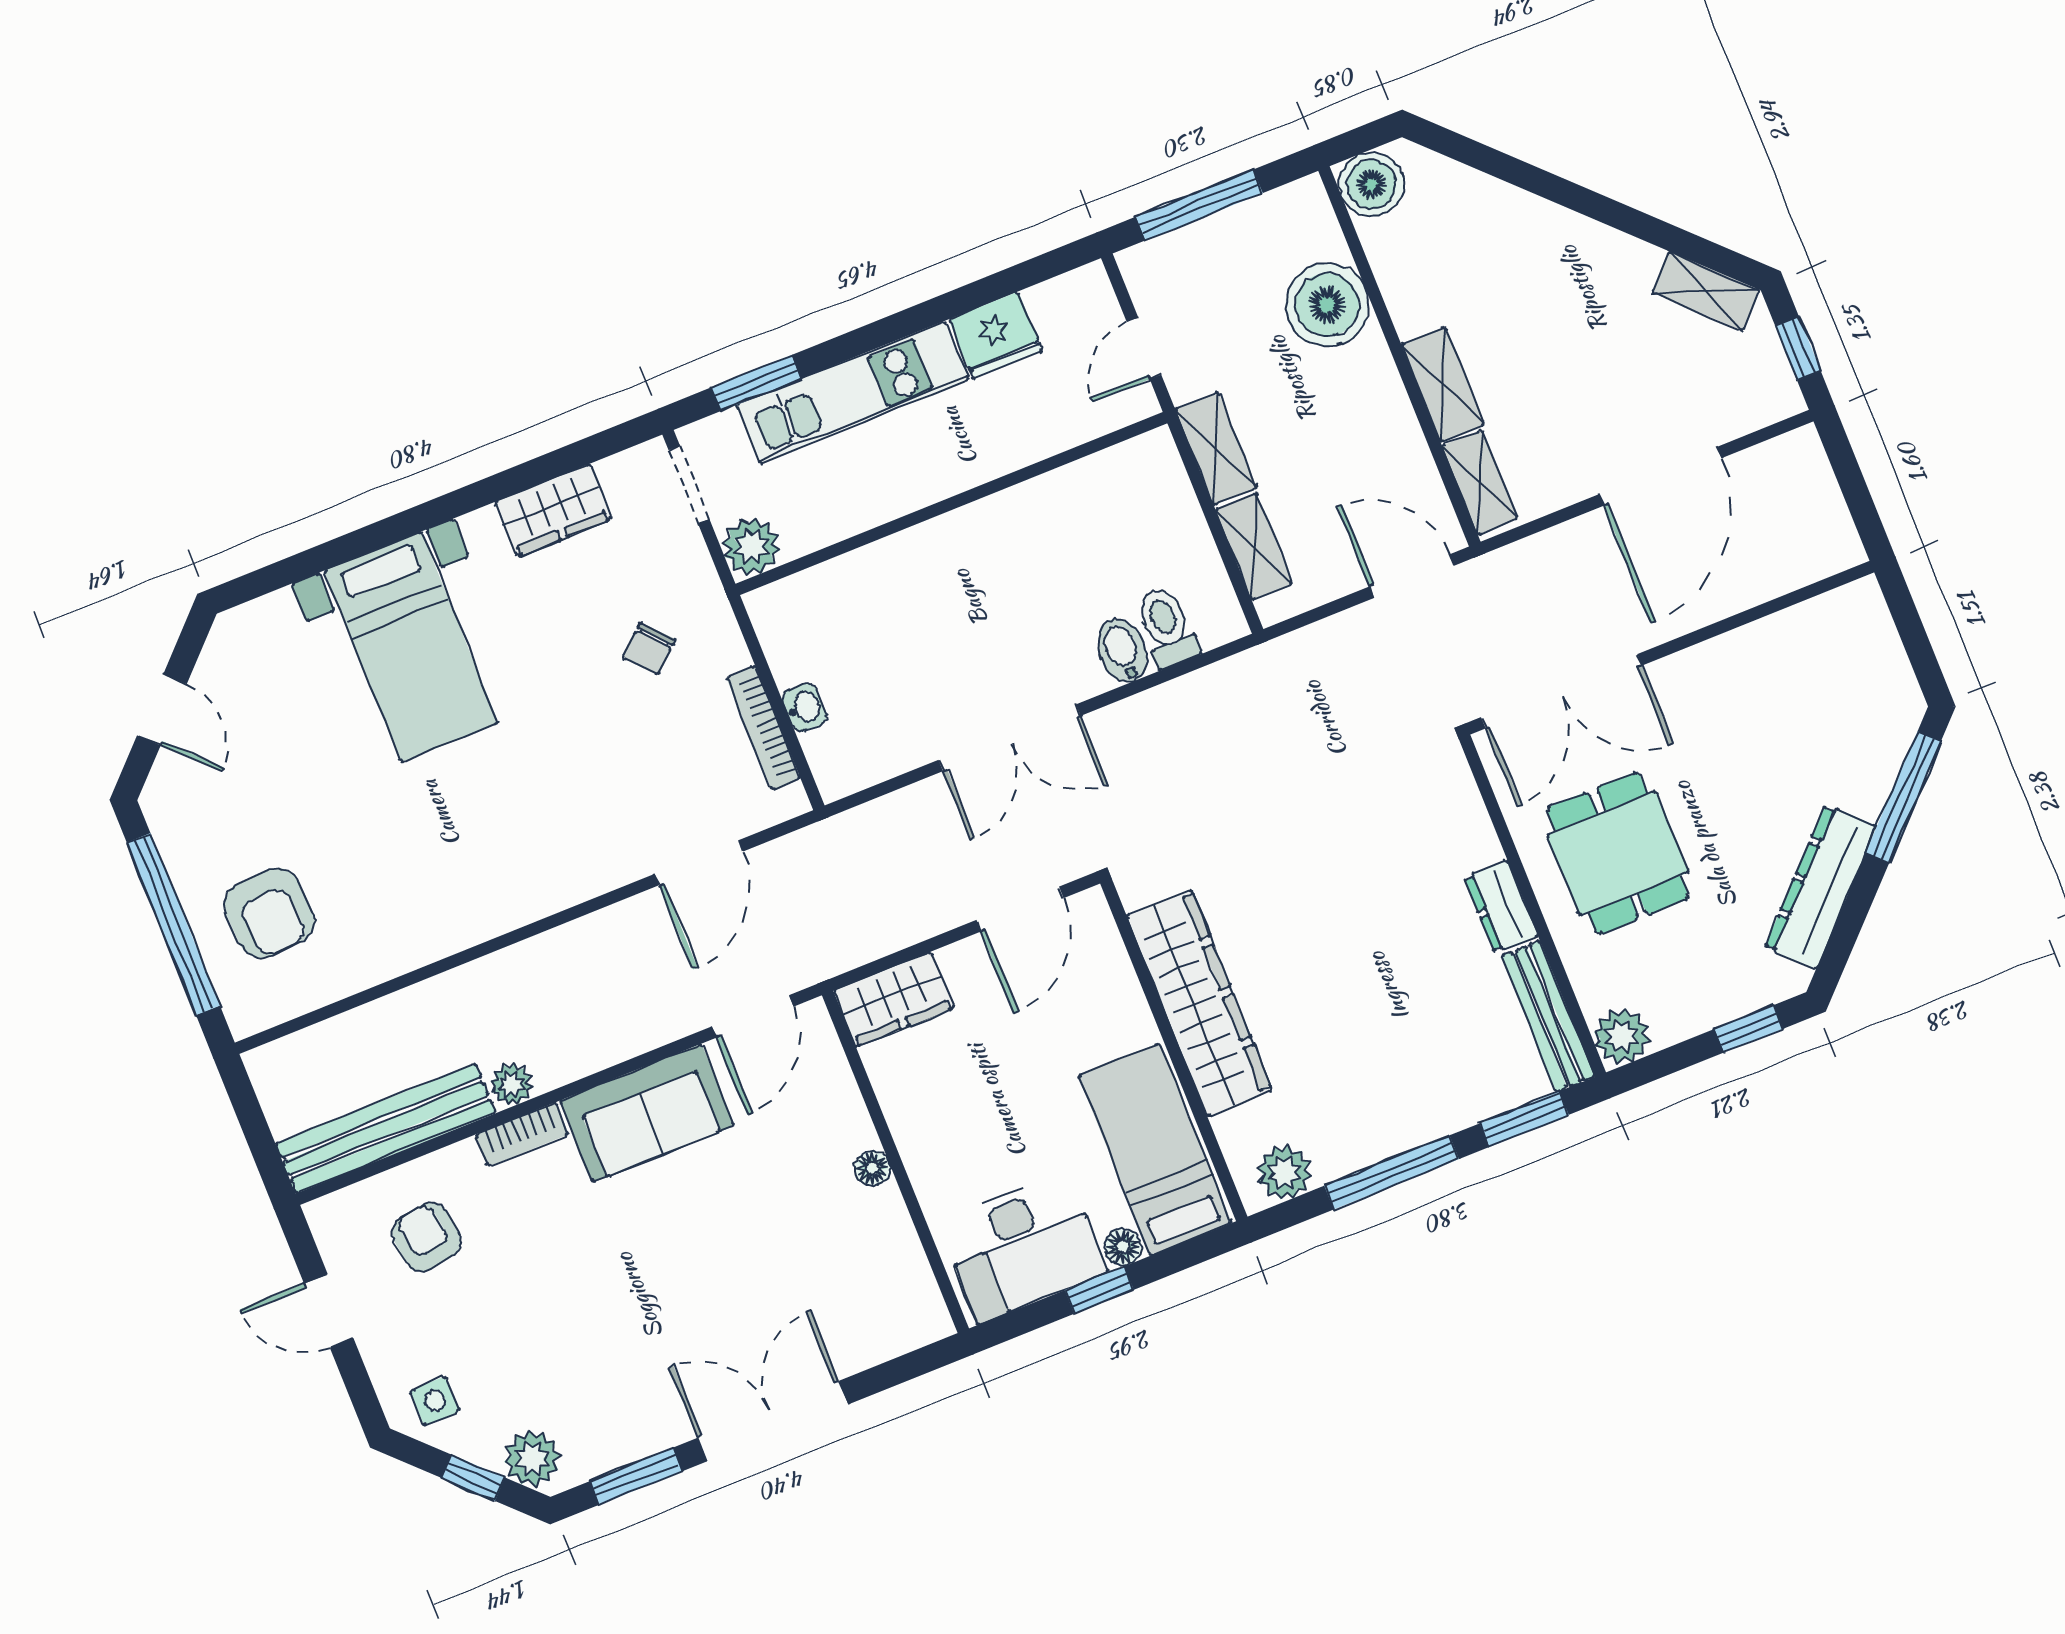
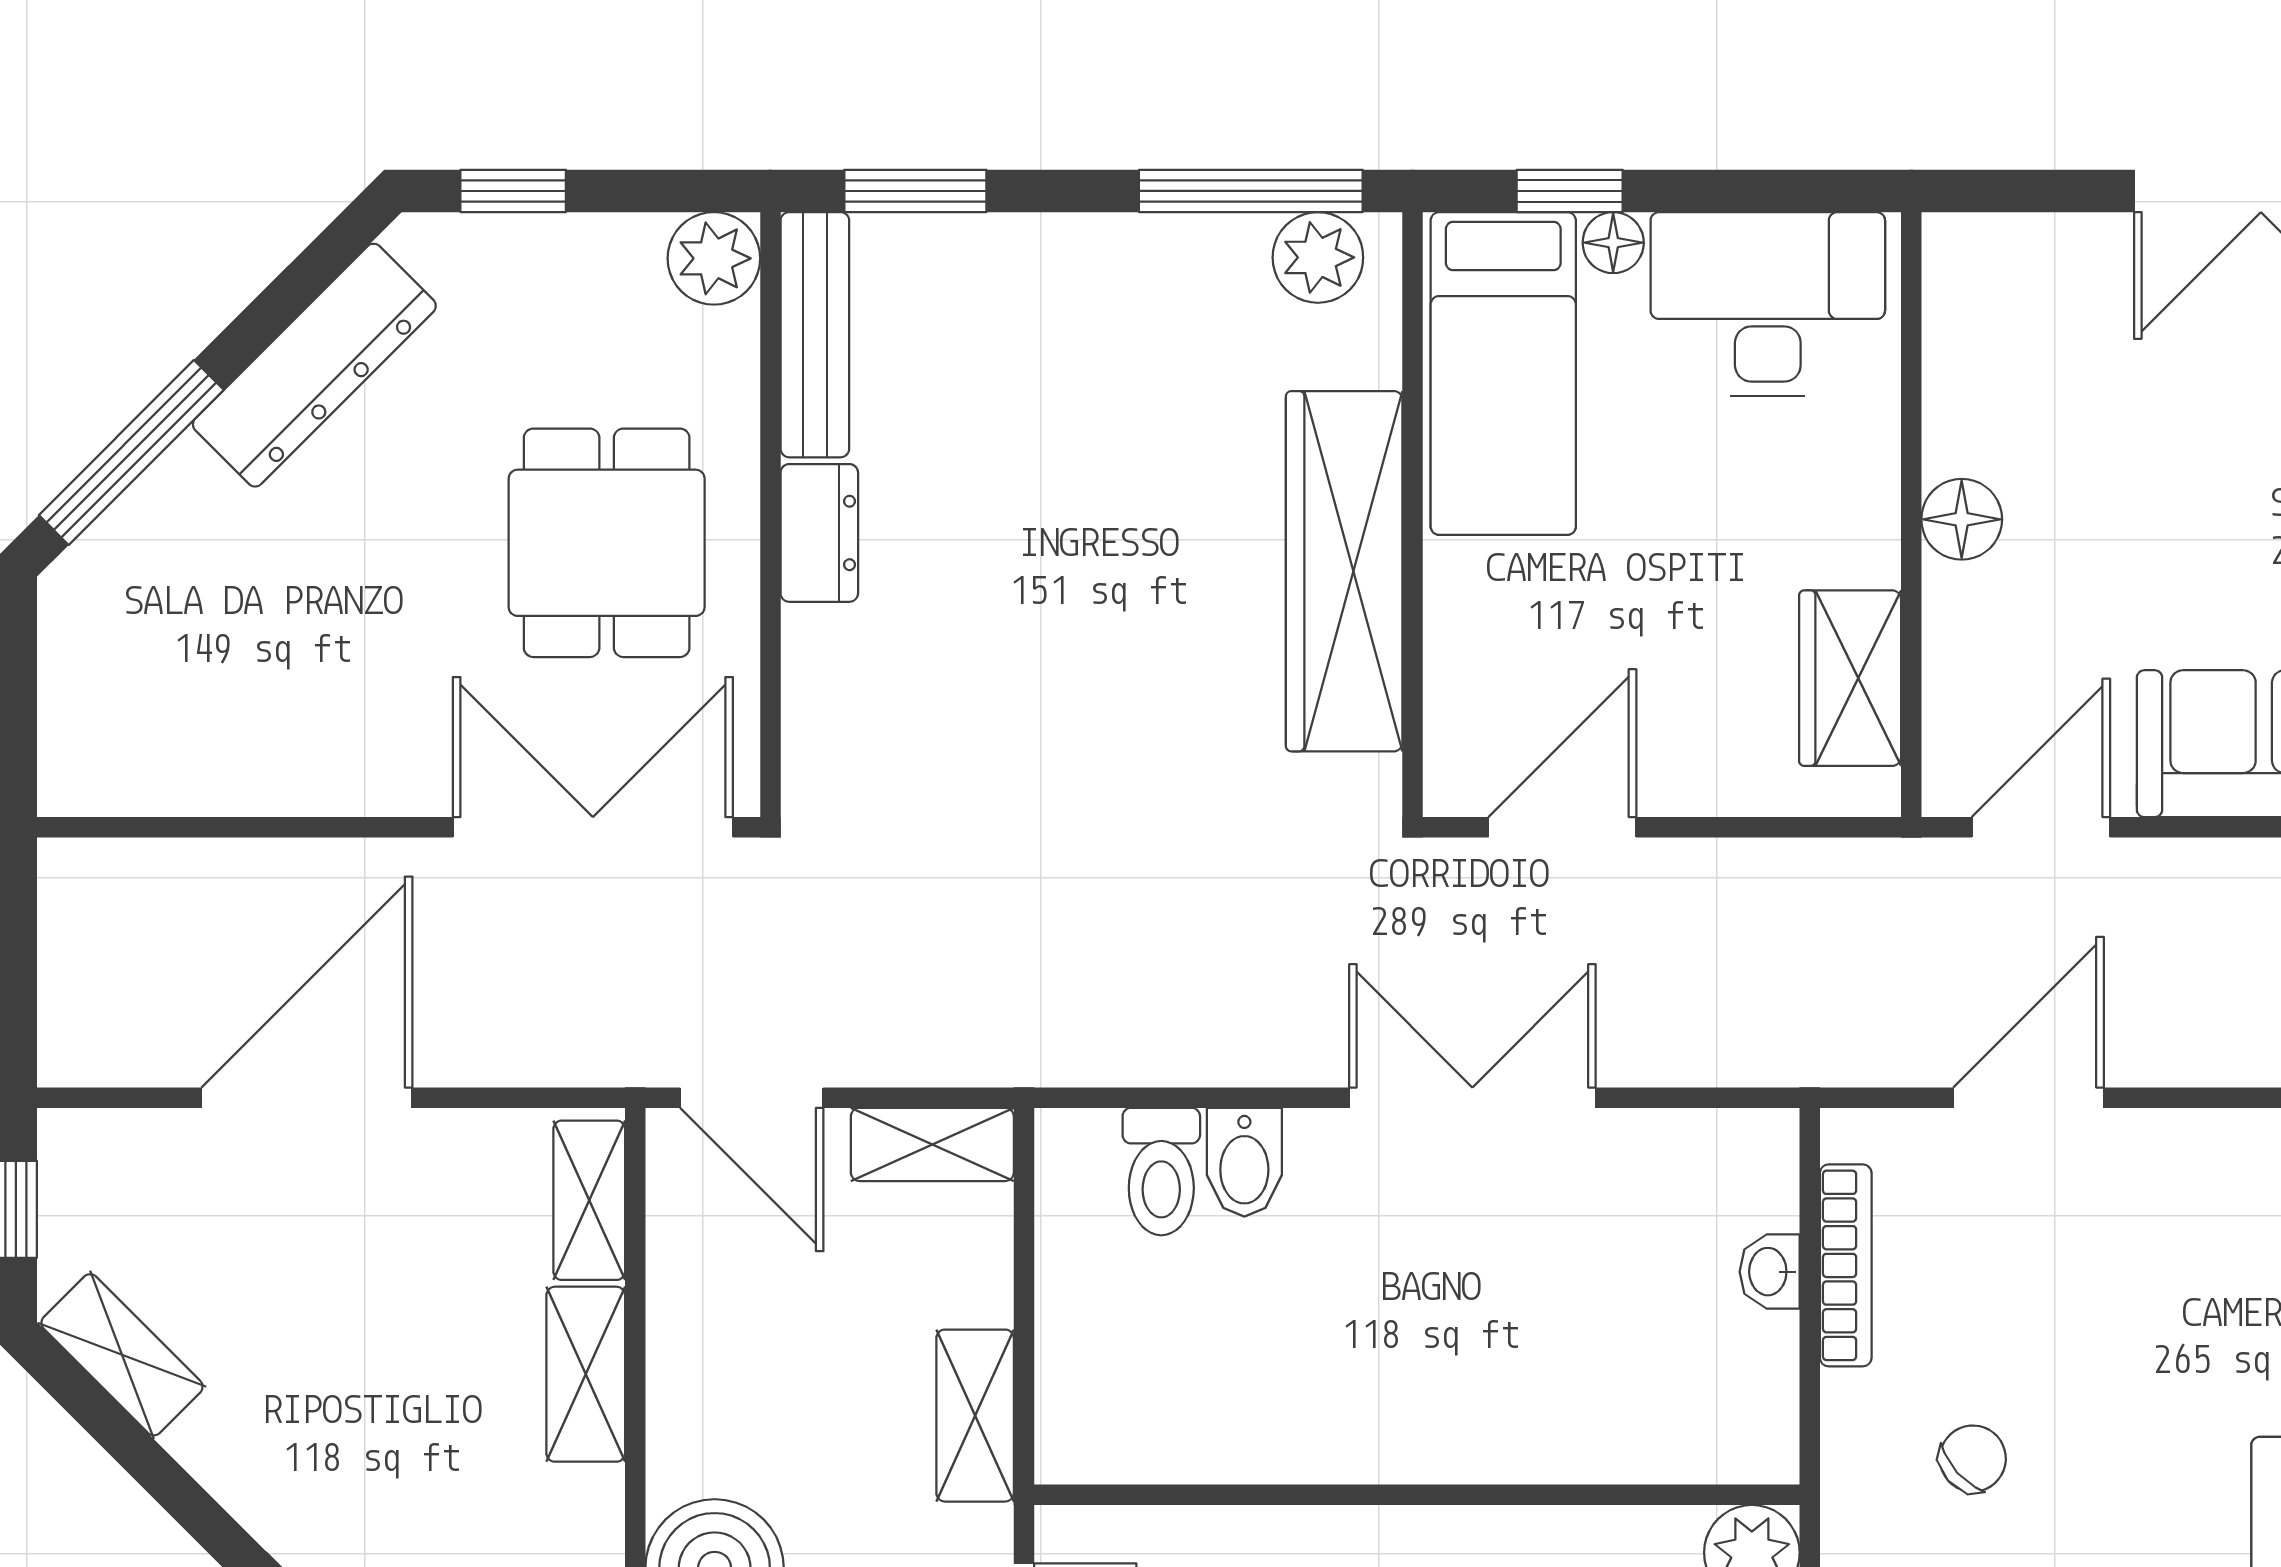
shelving: (1254, 546) -> (932, 1144), moved, turned 90
wardrobe: (894, 999) -> (1850, 678), moved, turned -90
floor lamp: (872, 1168) -> (1962, 519), width x1.37, depth x1.37
window: (1392, 1172) -> (1251, 191), moved
window: (1099, 1290) -> (1570, 191), moved

